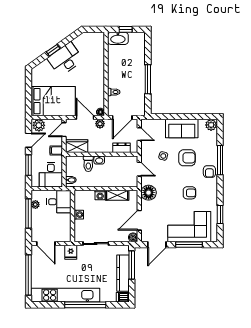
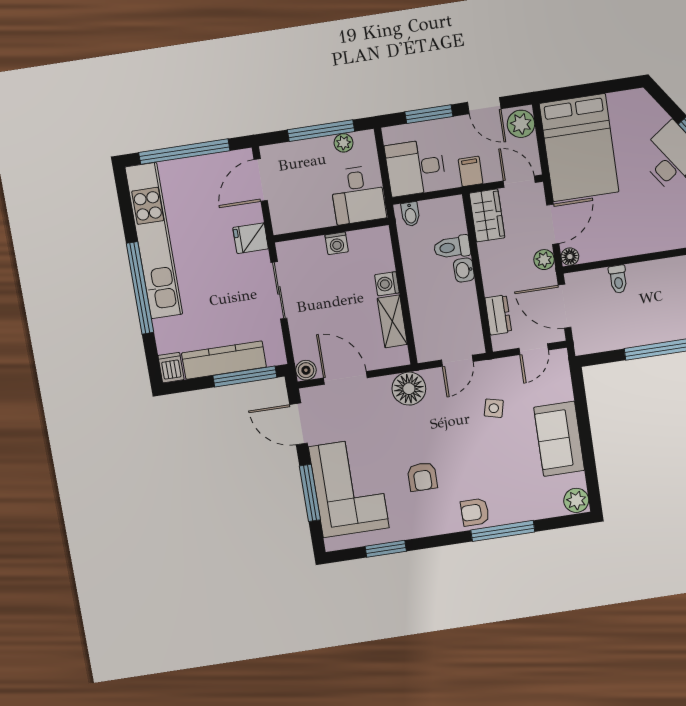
armchair: (187, 158) -> (497, 460), removed

